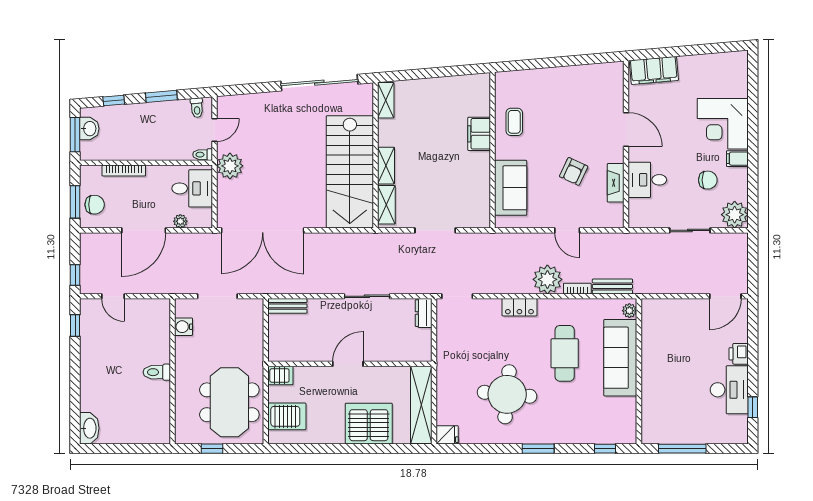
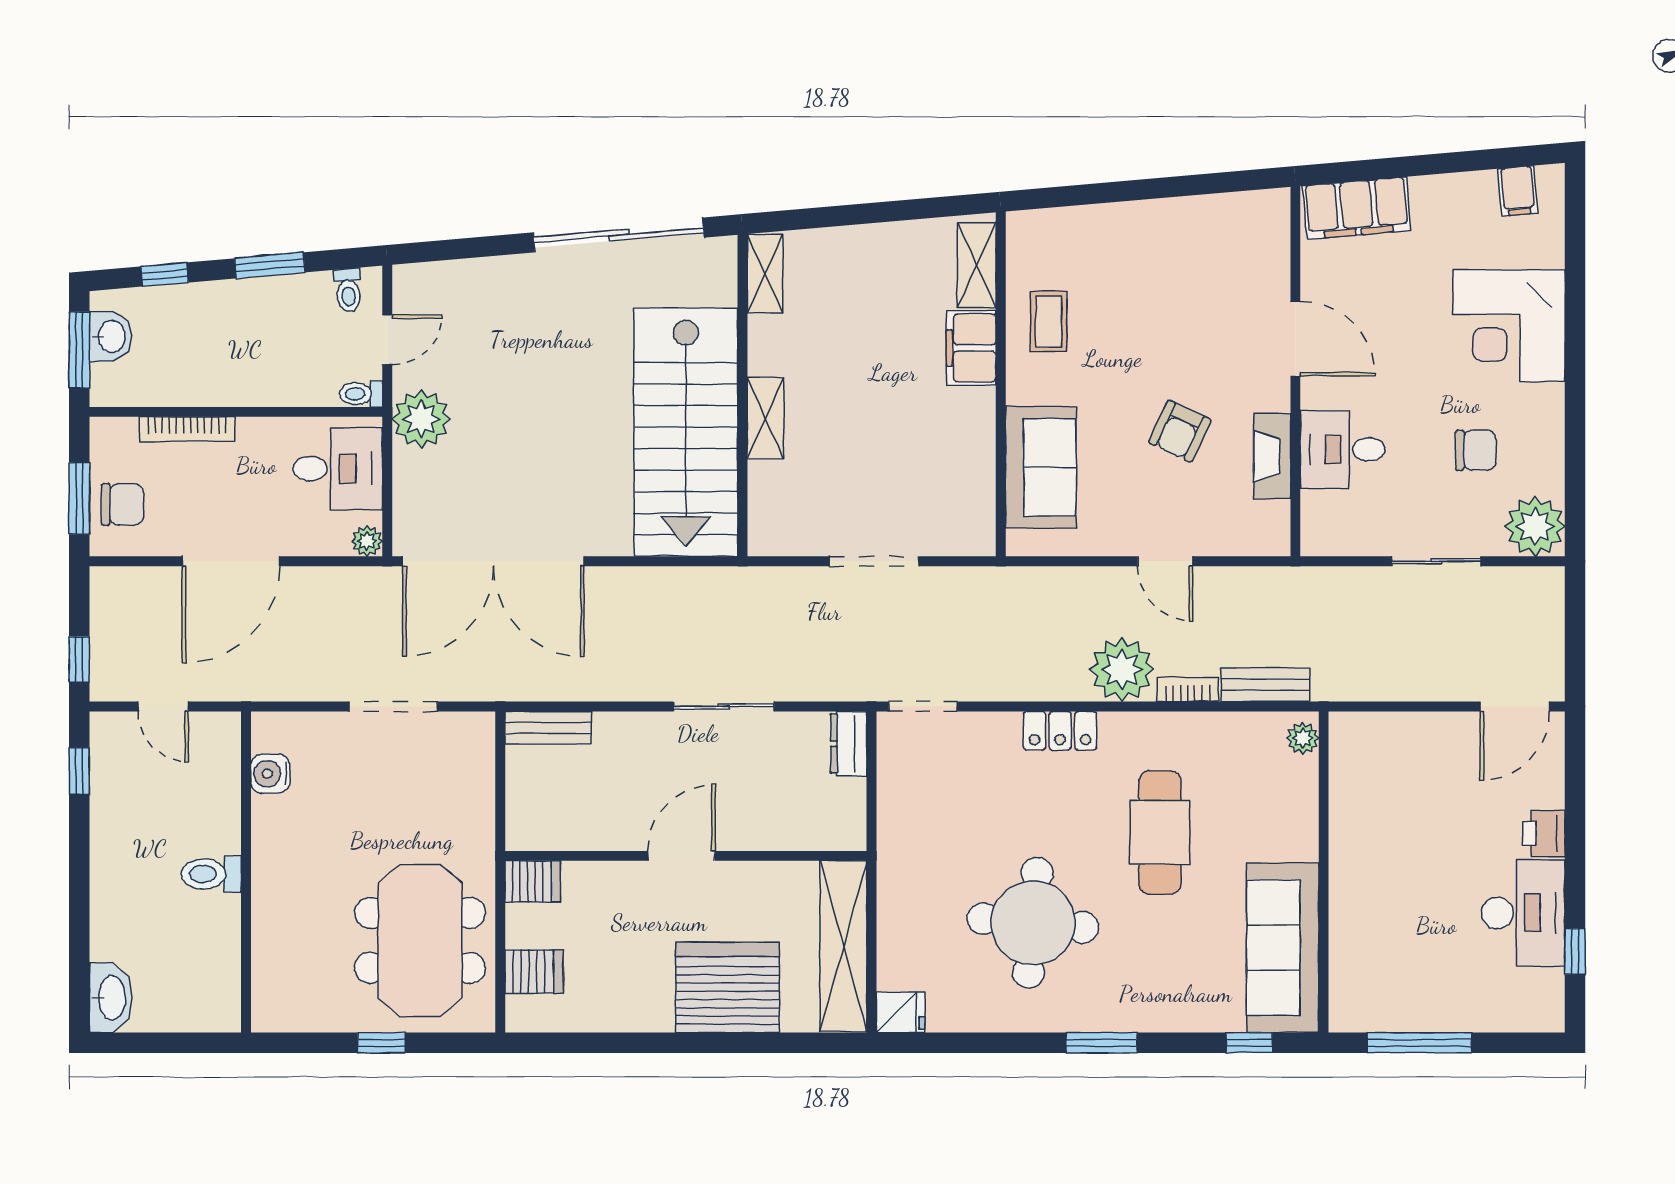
filing cabinet: (737, 159) -> (1518, 191), moved, turned -95
shelving: (386, 205) -> (977, 265), moved
plant: (180, 221) -> (367, 541), moved
water cooler: (184, 327) -> (270, 774), moved
sofa: (620, 358) -> (1283, 948), moved
wall: (172, 371) -> (246, 872), moved
toilet: (157, 372) -> (211, 874), moved
server rack: (287, 416) -> (534, 972), width x0.73, depth x0.70

